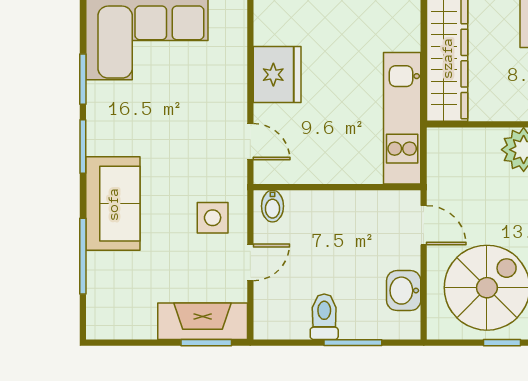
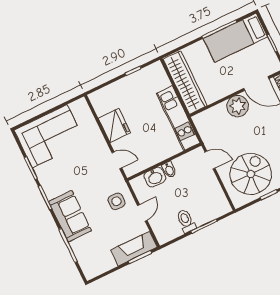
bidet: (272, 206) -> (169, 170), moved
washbasin: (404, 291) -> (155, 177), moved, turned -90

